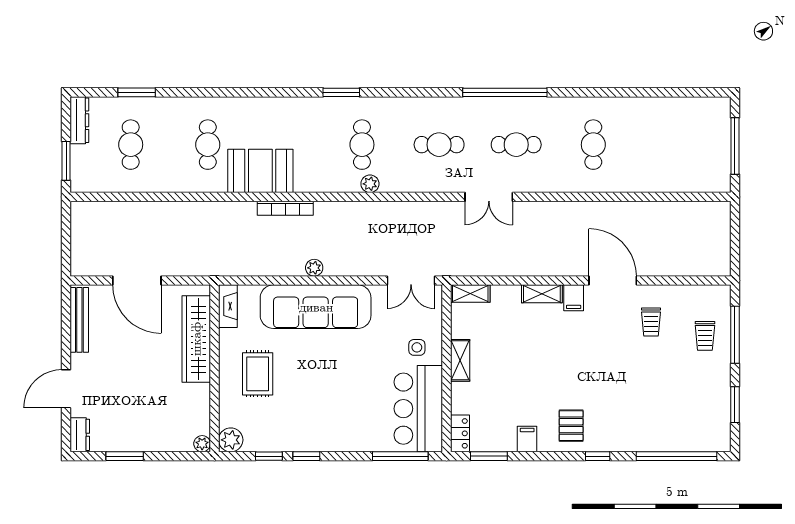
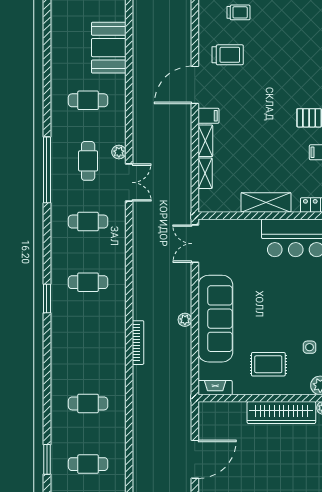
cafe table: (439, 145) -> (88, 222), turned 90
booth: (260, 171) -> (109, 48), moved
plant: (370, 184) -> (119, 152), moved
double door: (411, 280) -> (195, 244), swing flipped
shelving: (470, 293) -> (205, 173), moved
trolley: (651, 322) -> (228, 55), width x1.36, depth x1.39
wardrobe: (196, 339) -> (281, 413), moved
side table: (417, 347) -> (310, 347), moved
shelving: (460, 360) -> (266, 202), width x1.50, depth x1.33

